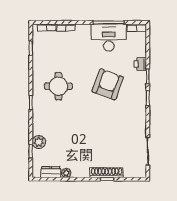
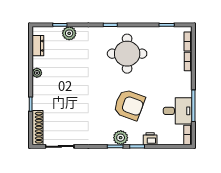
desk: (109, 38) -> (178, 111), width x0.73
round table: (58, 86) -> (127, 54), width x1.36, depth x1.36
plant: (139, 93) -> (121, 138), added
plant: (66, 173) -> (37, 73), moved
shoe rack: (107, 173) -> (38, 128), moved

